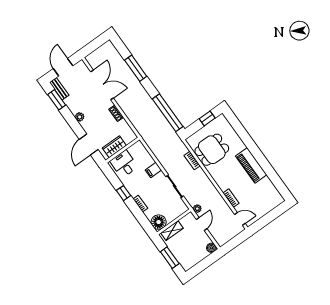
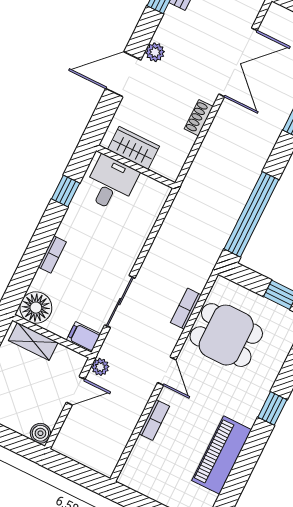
door: (89, 144) -> (123, 74), moved
window: (252, 147) -> (272, 408), added
piano: (251, 165) -> (222, 455), moved
filing cabinet: (153, 170) -> (83, 337), moved
window: (123, 193) -> (66, 191), moved
door: (240, 219) -> (167, 371), moved

